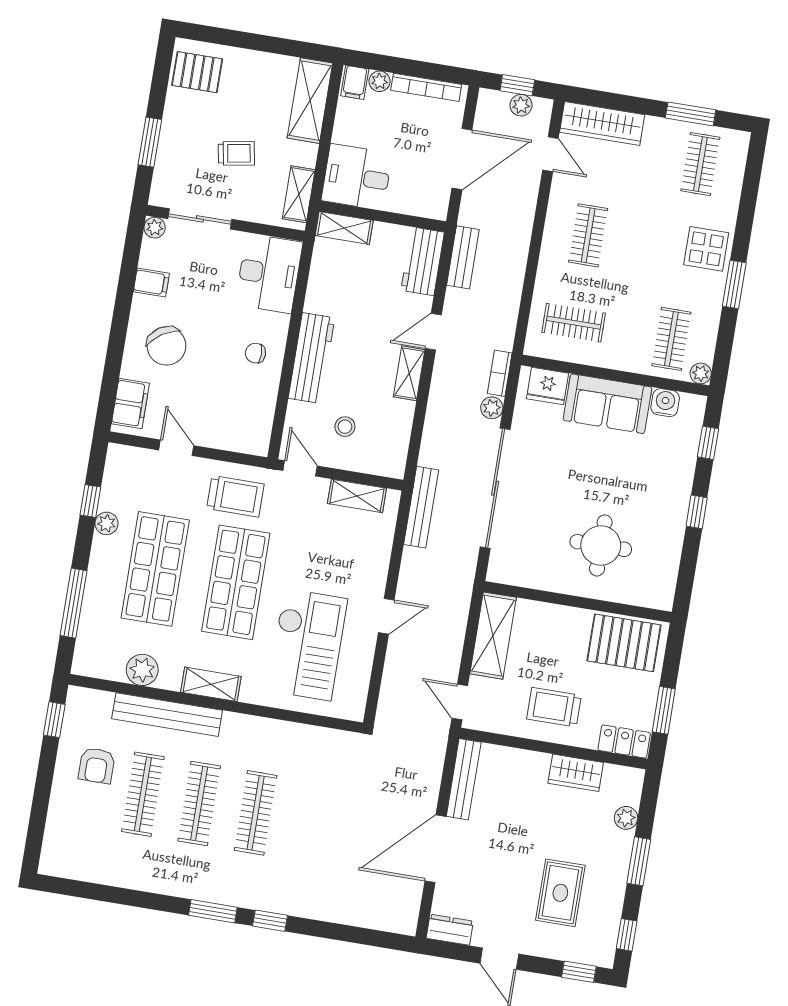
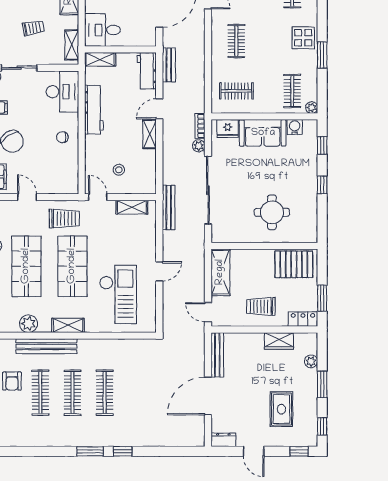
workbench: (311, 358) -> (94, 110), moved

